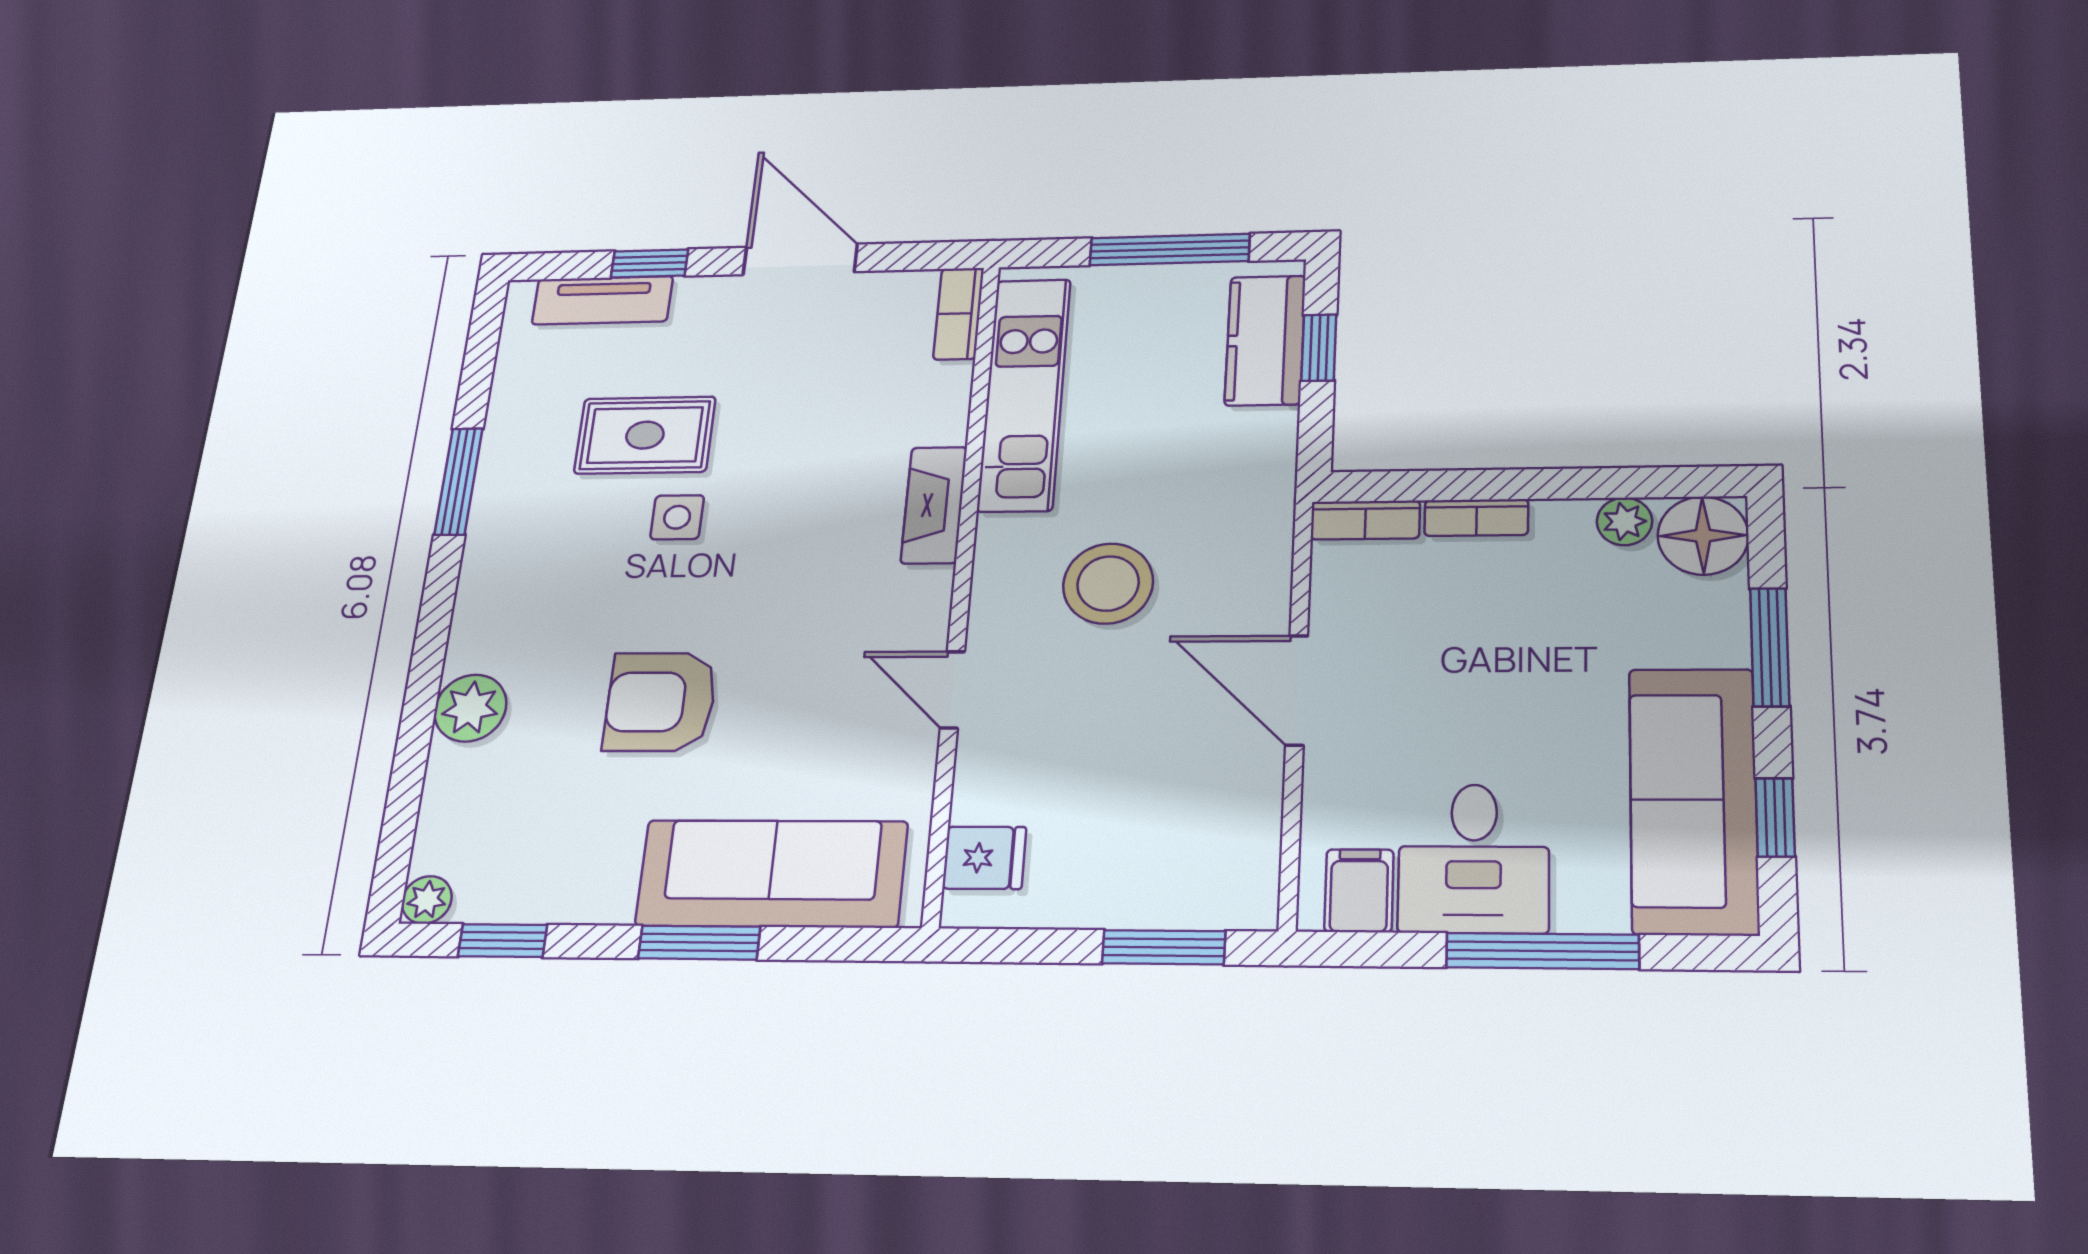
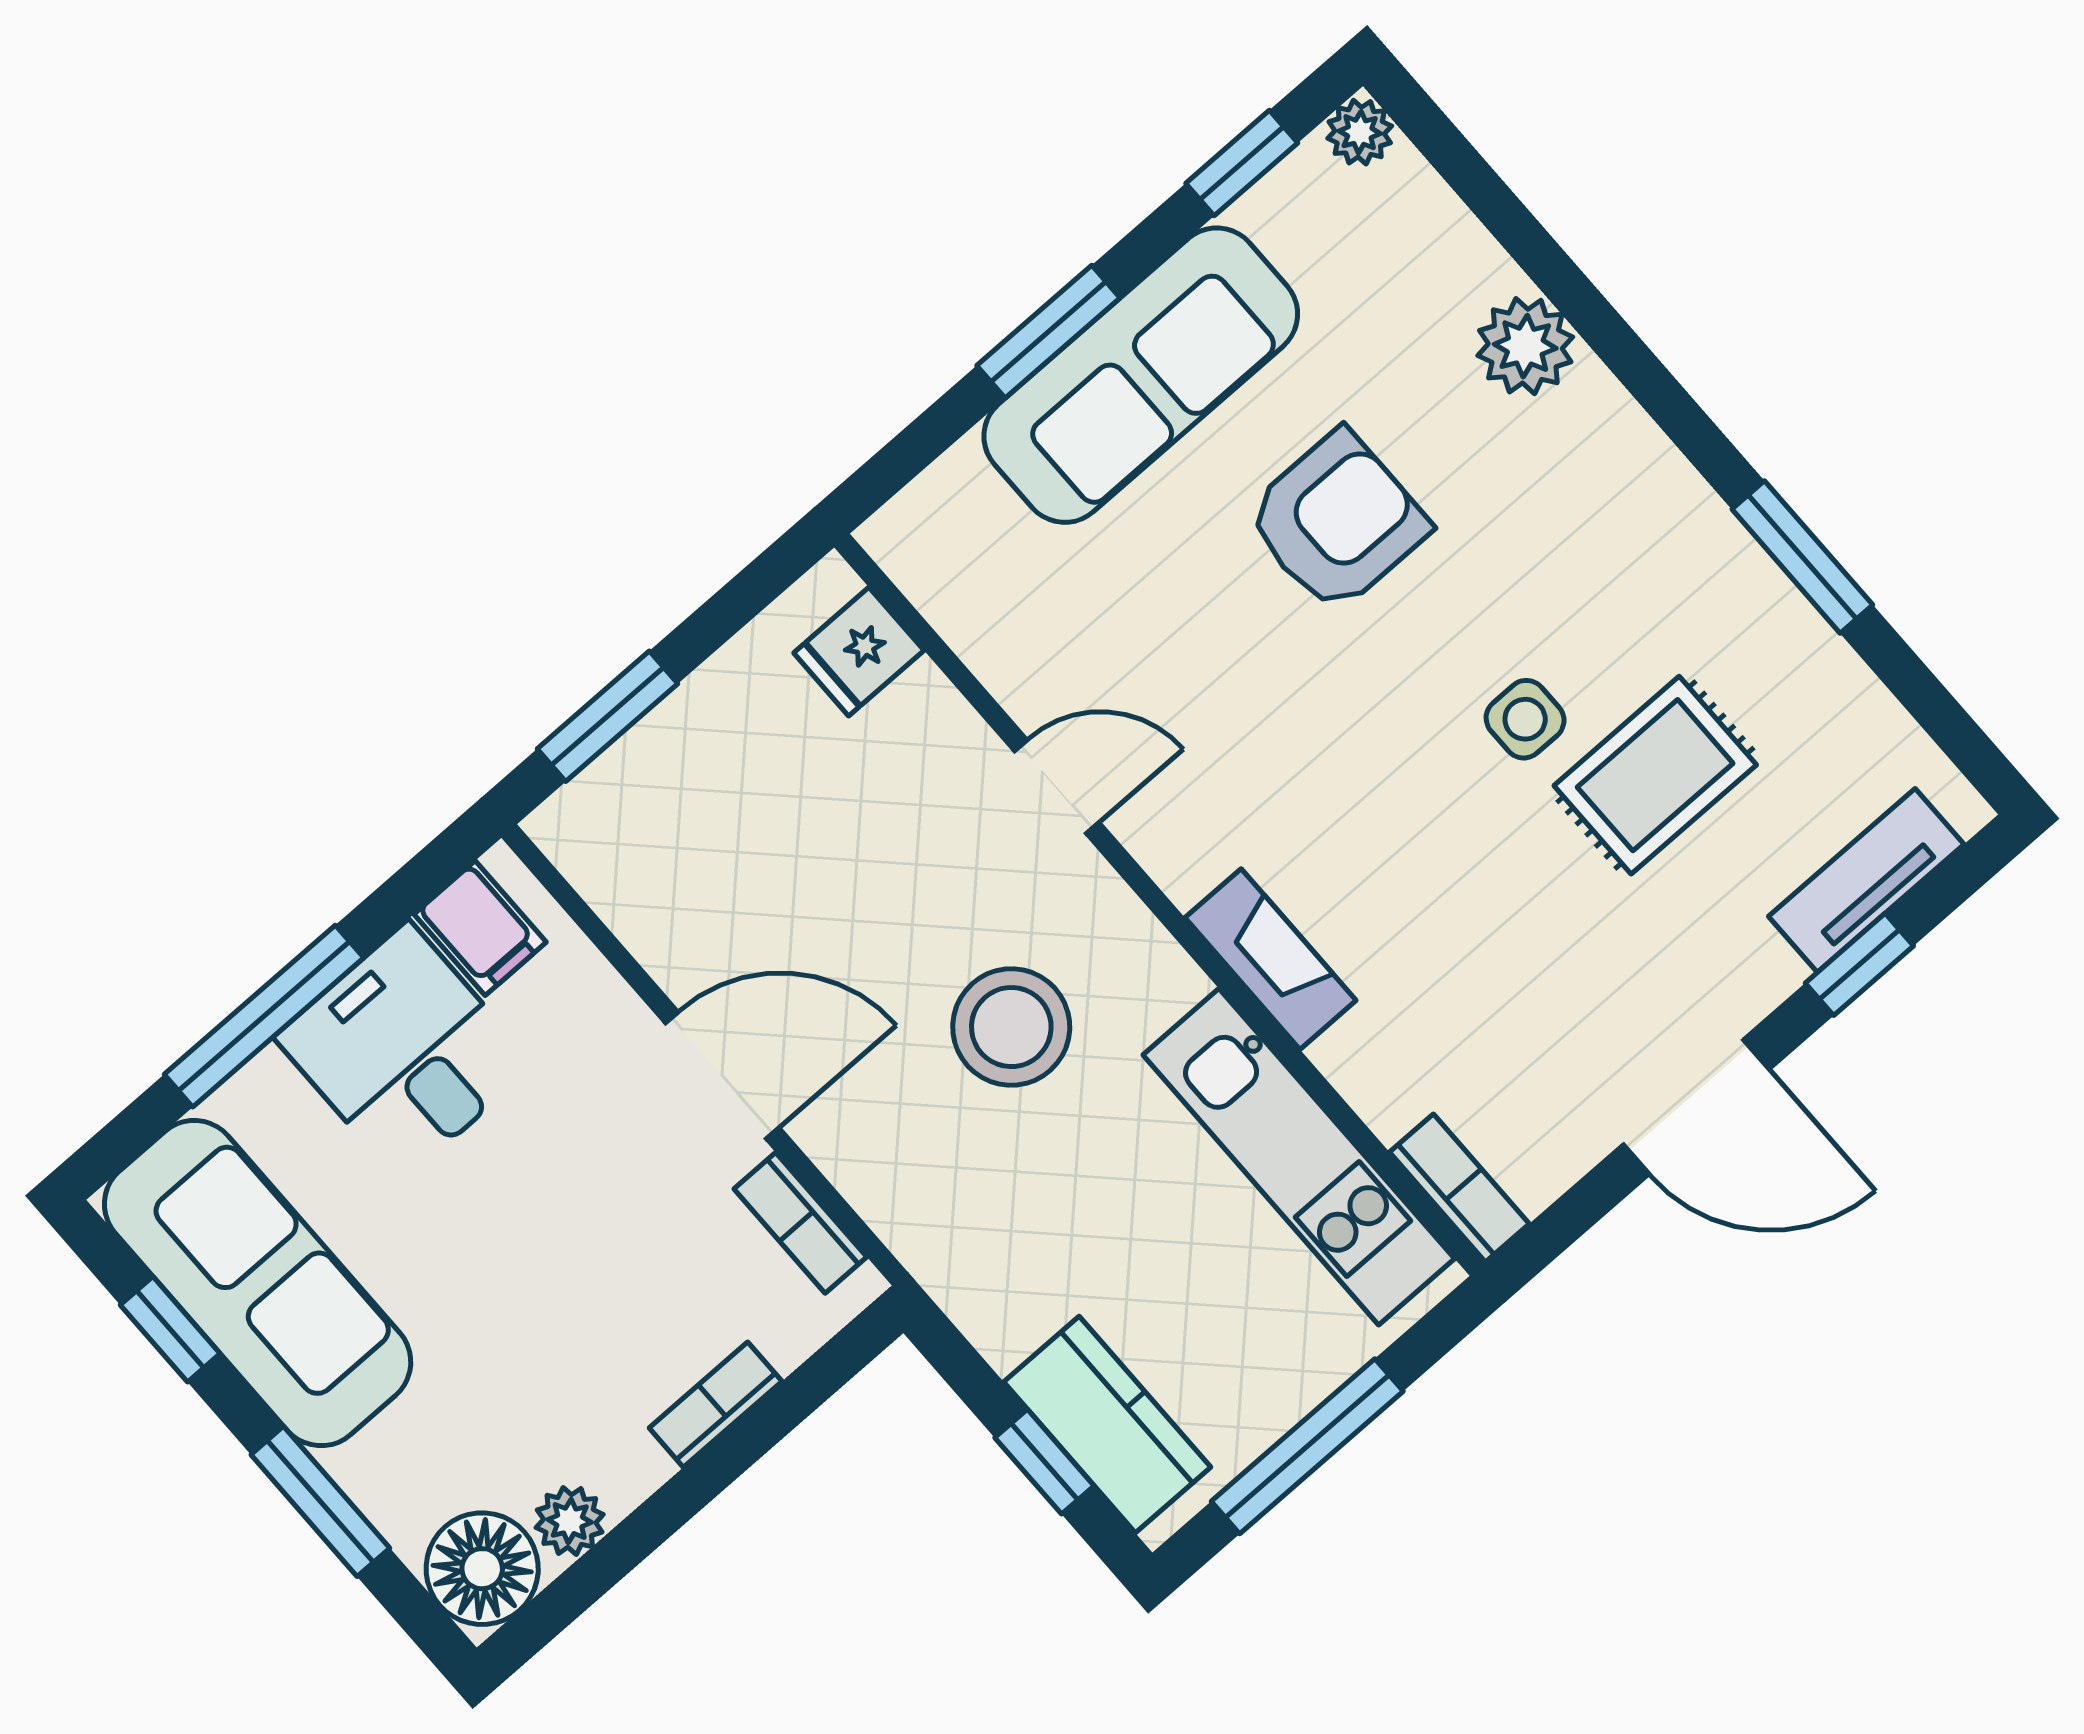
bookcase: (1365, 520) -> (800, 1223), moved, turned -90
sofa: (772, 874) -> (1141, 375), moved

